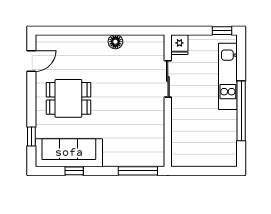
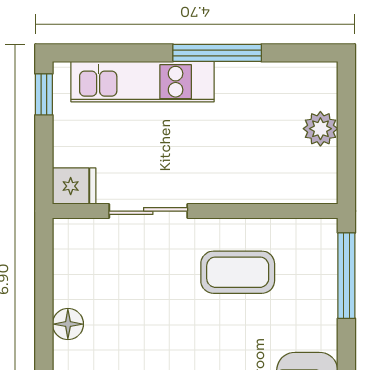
window: (241, 111) -> (217, 53), width x0.68
coffee table: (139, 121) -> (238, 272), added
plant: (206, 159) -> (320, 129), added

